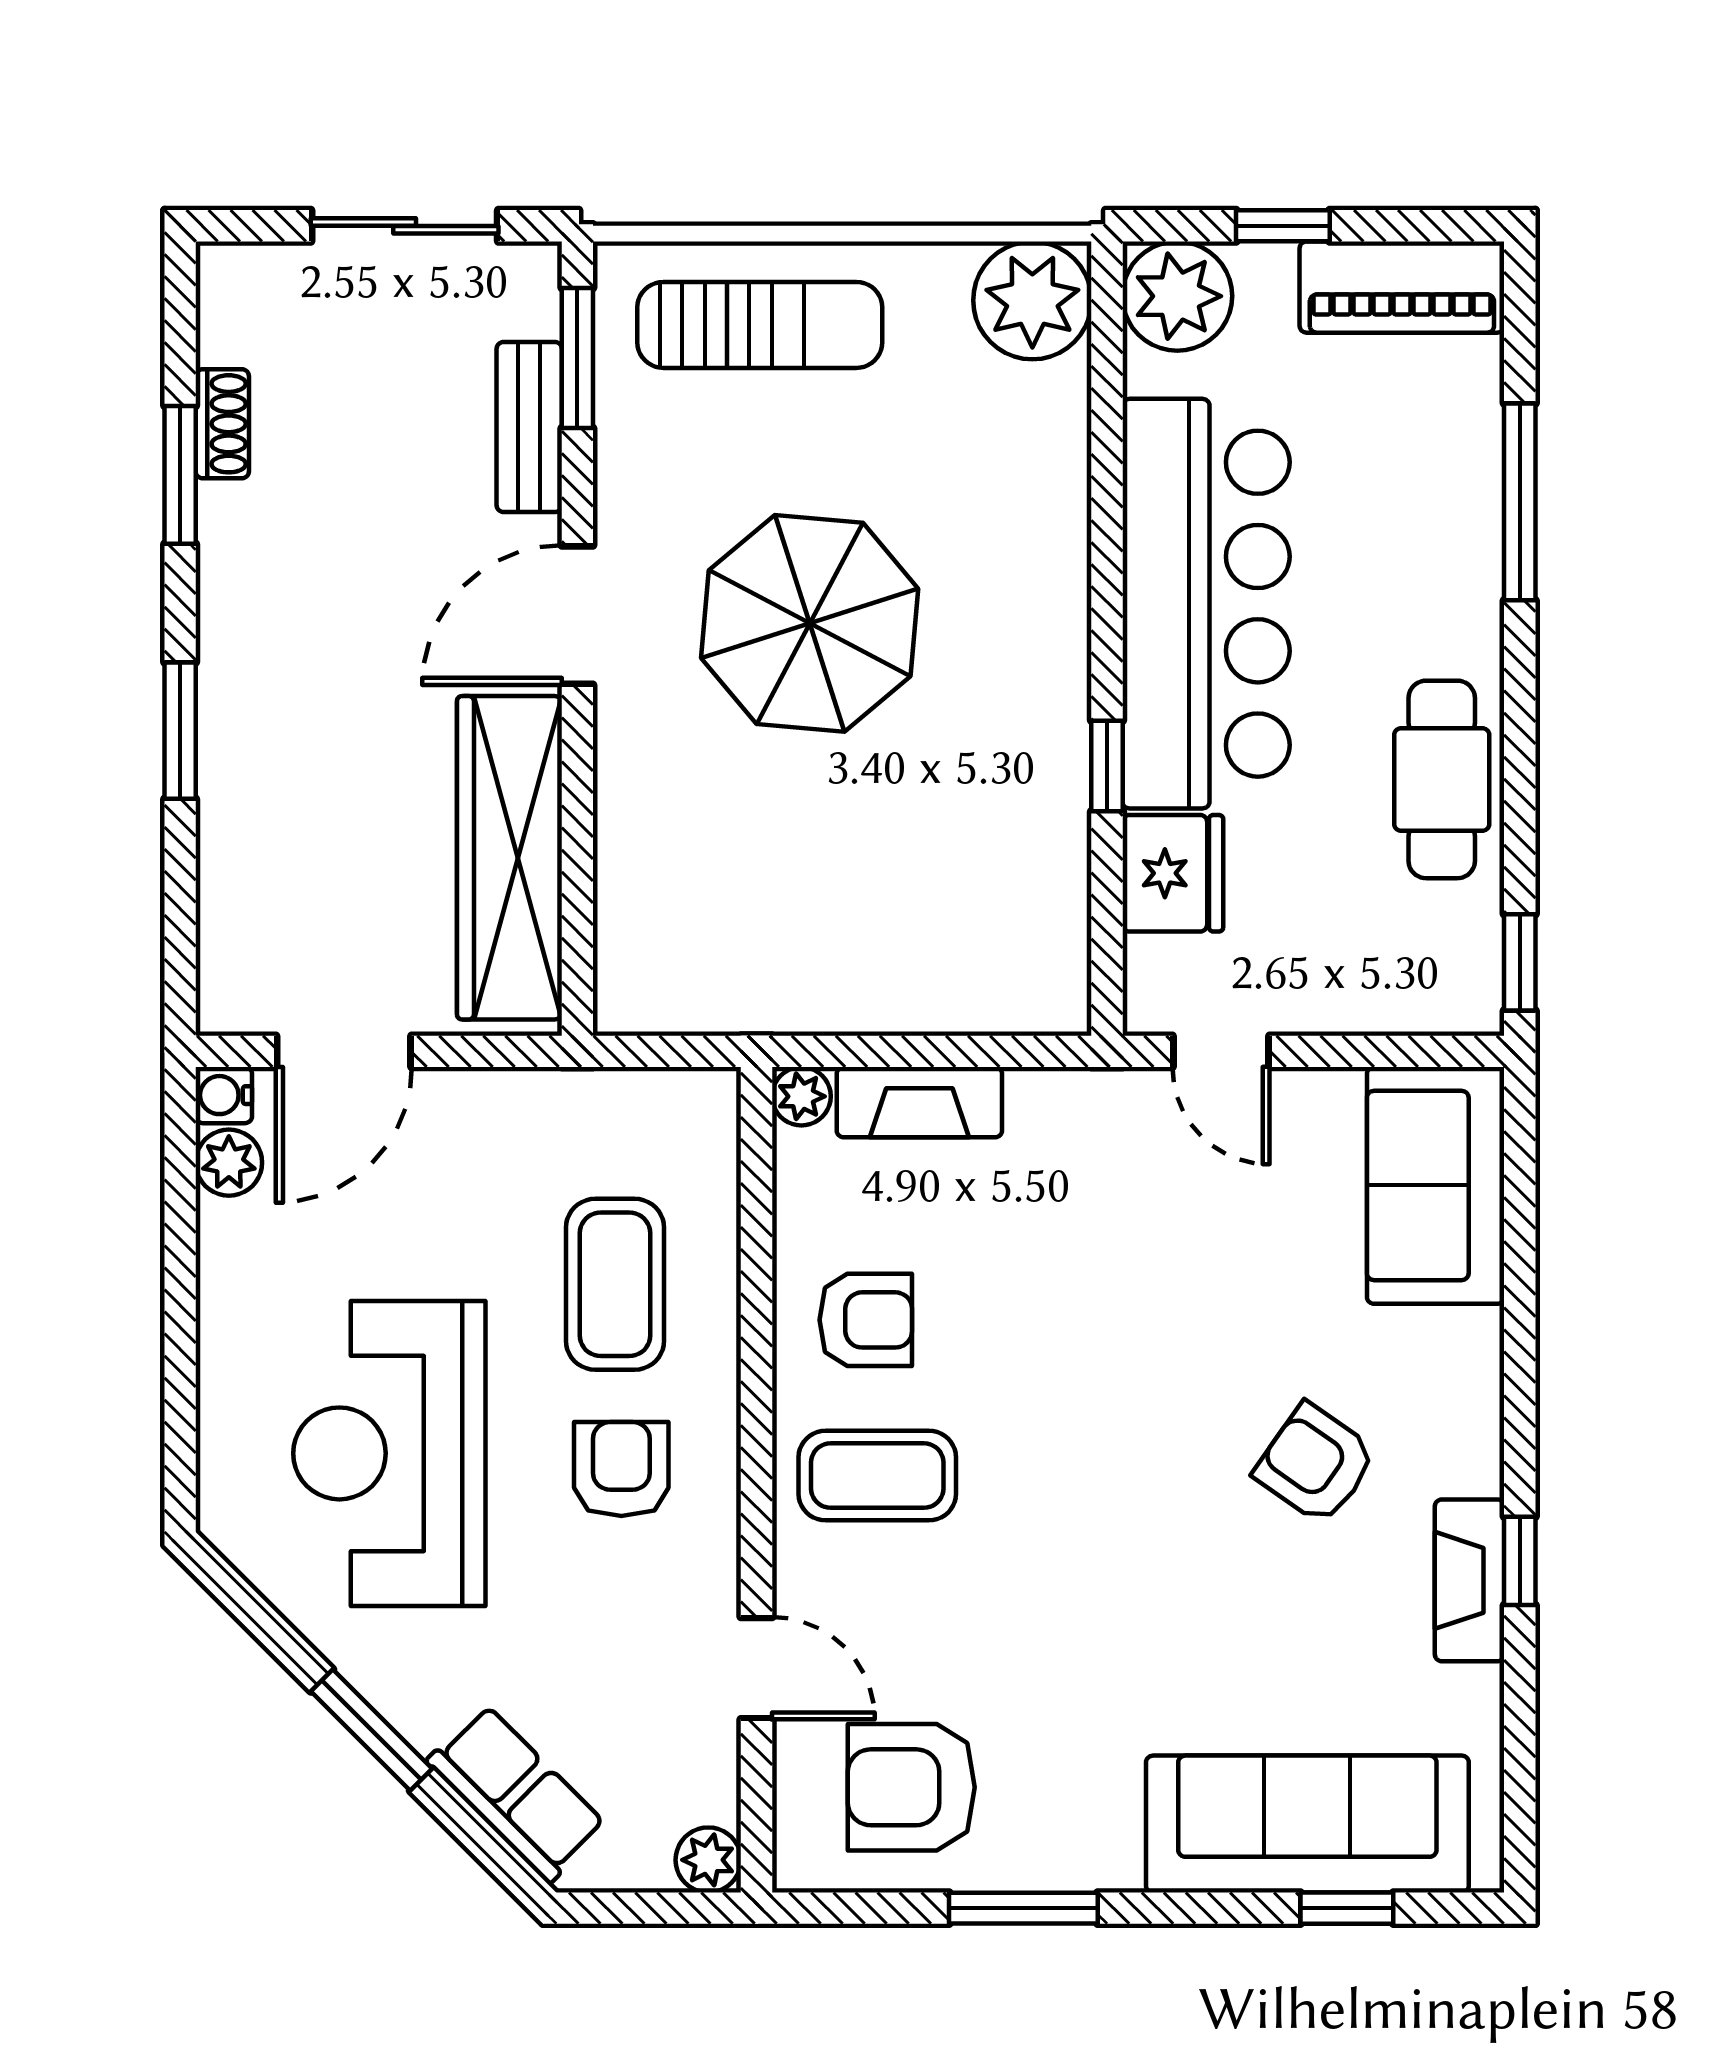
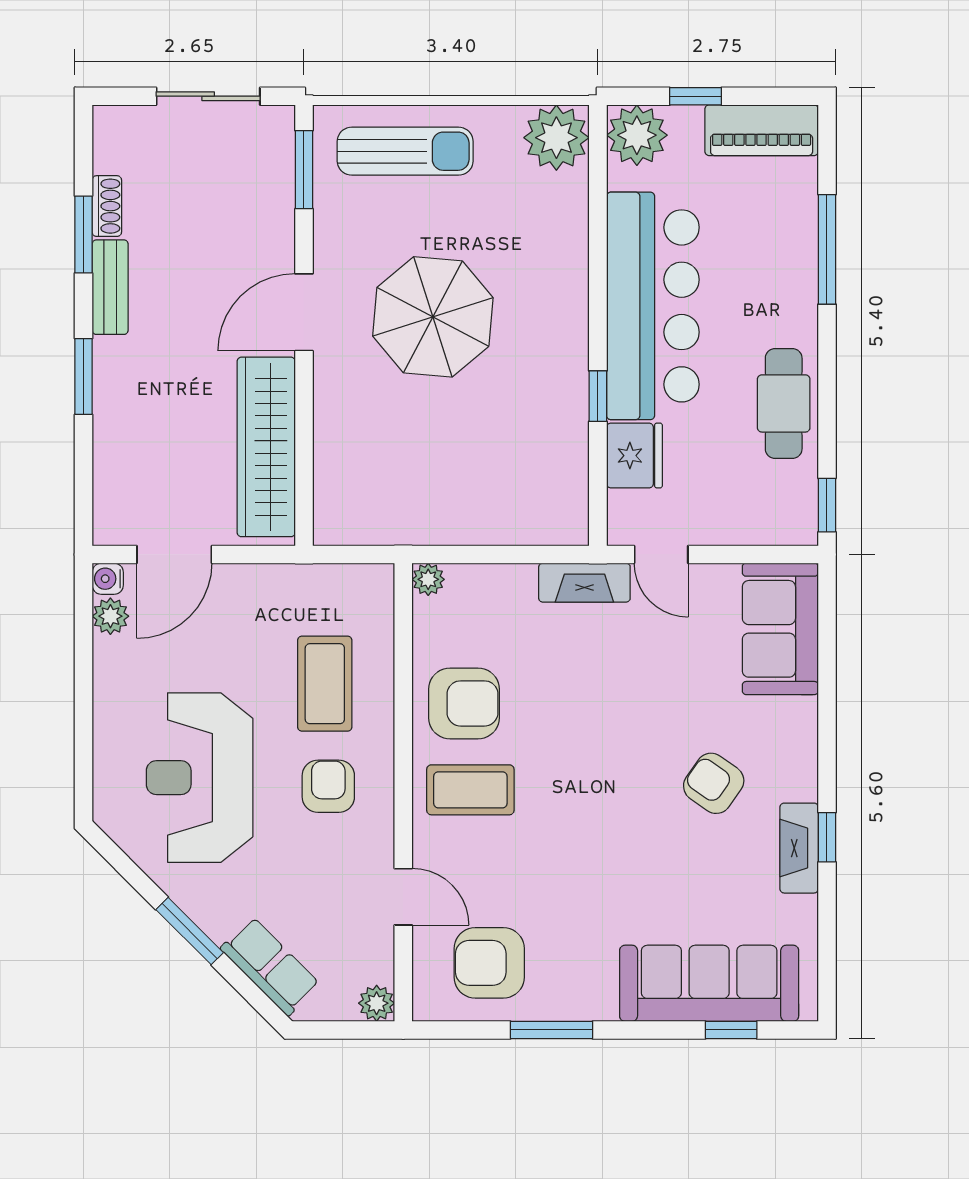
bench: (529, 427) -> (110, 287), moved
fireplace: (919, 1102) -> (584, 583), moved
armchair: (866, 1320) -> (464, 703), width x1.38, depth x1.38

